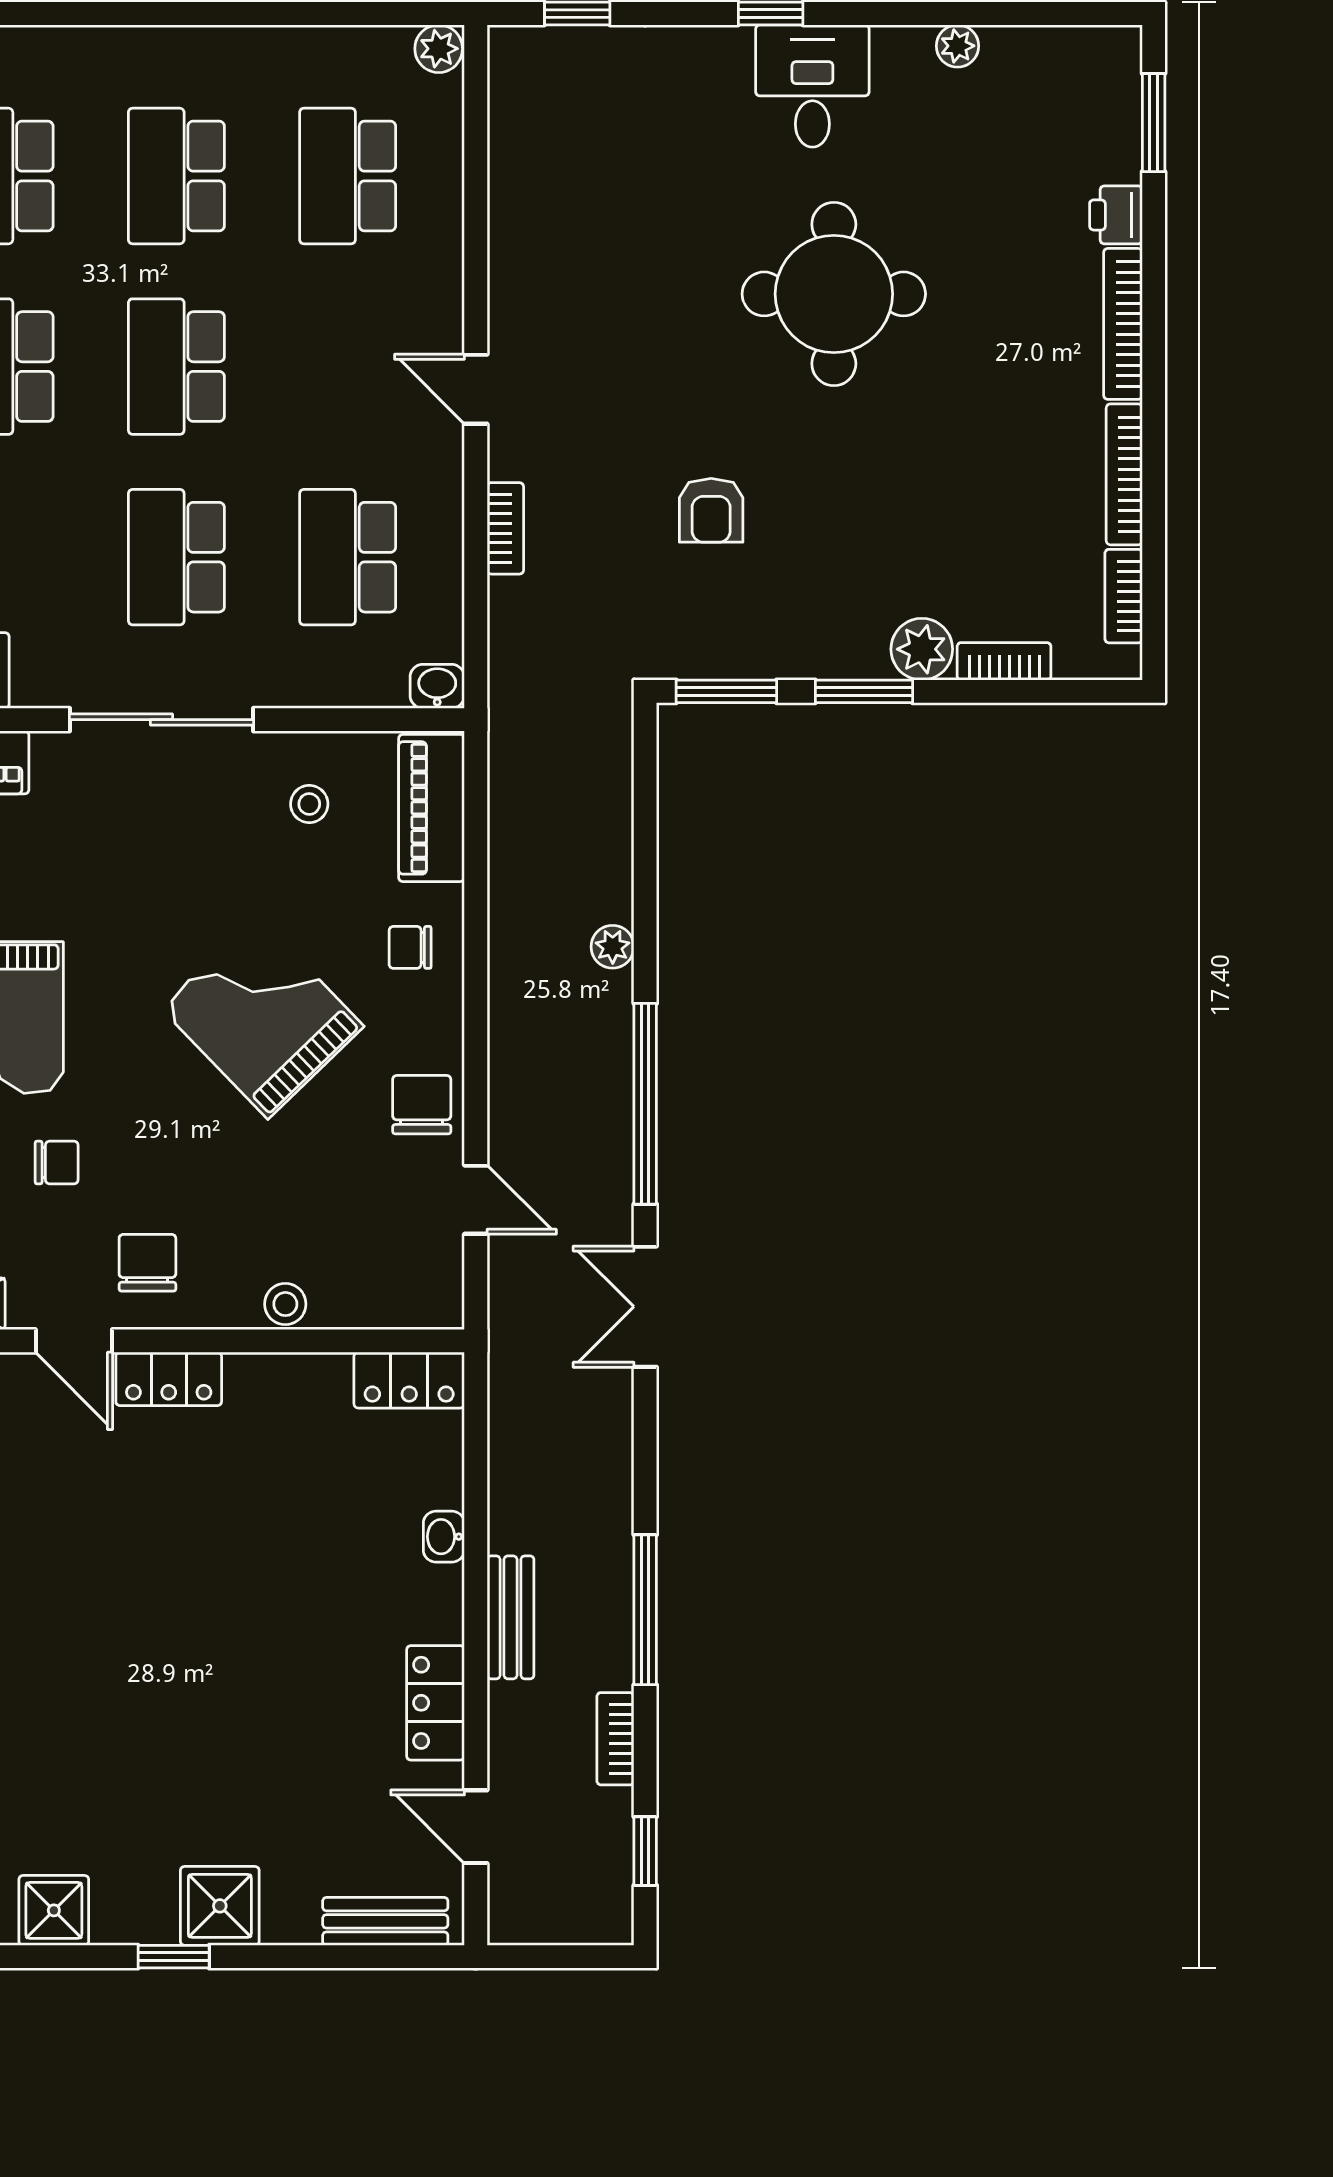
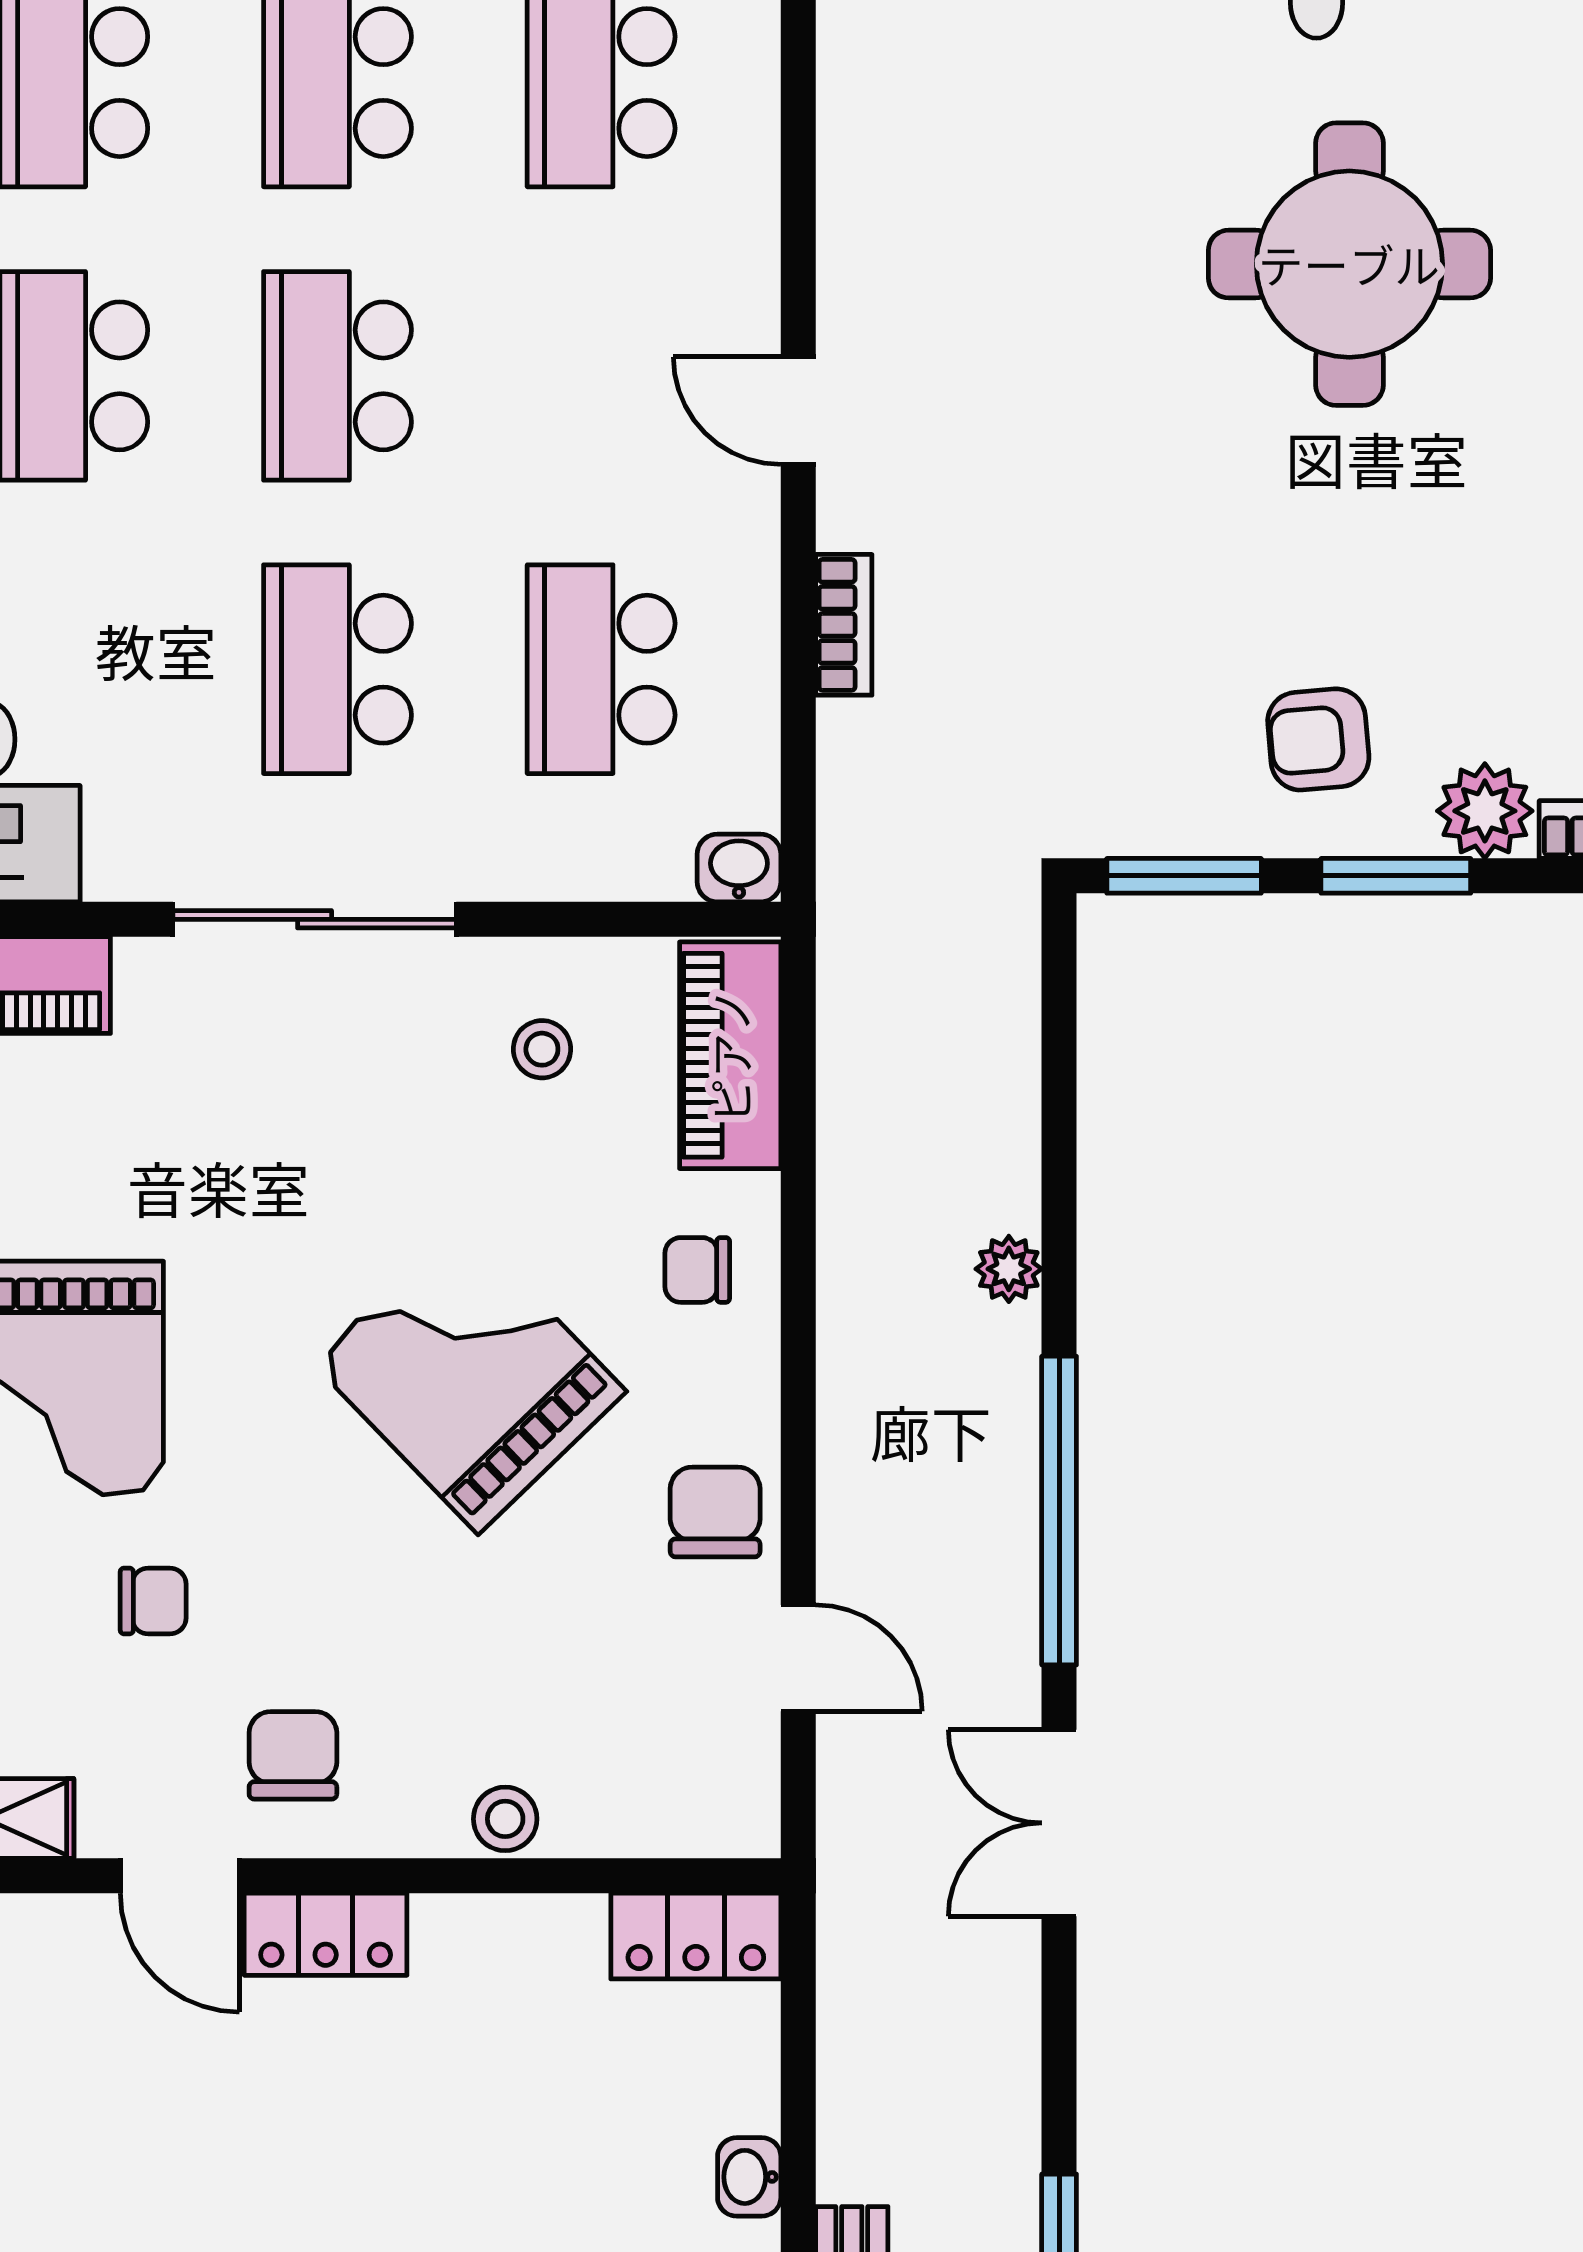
armchair: (711, 510) -> (1318, 739), moved, turned 85

